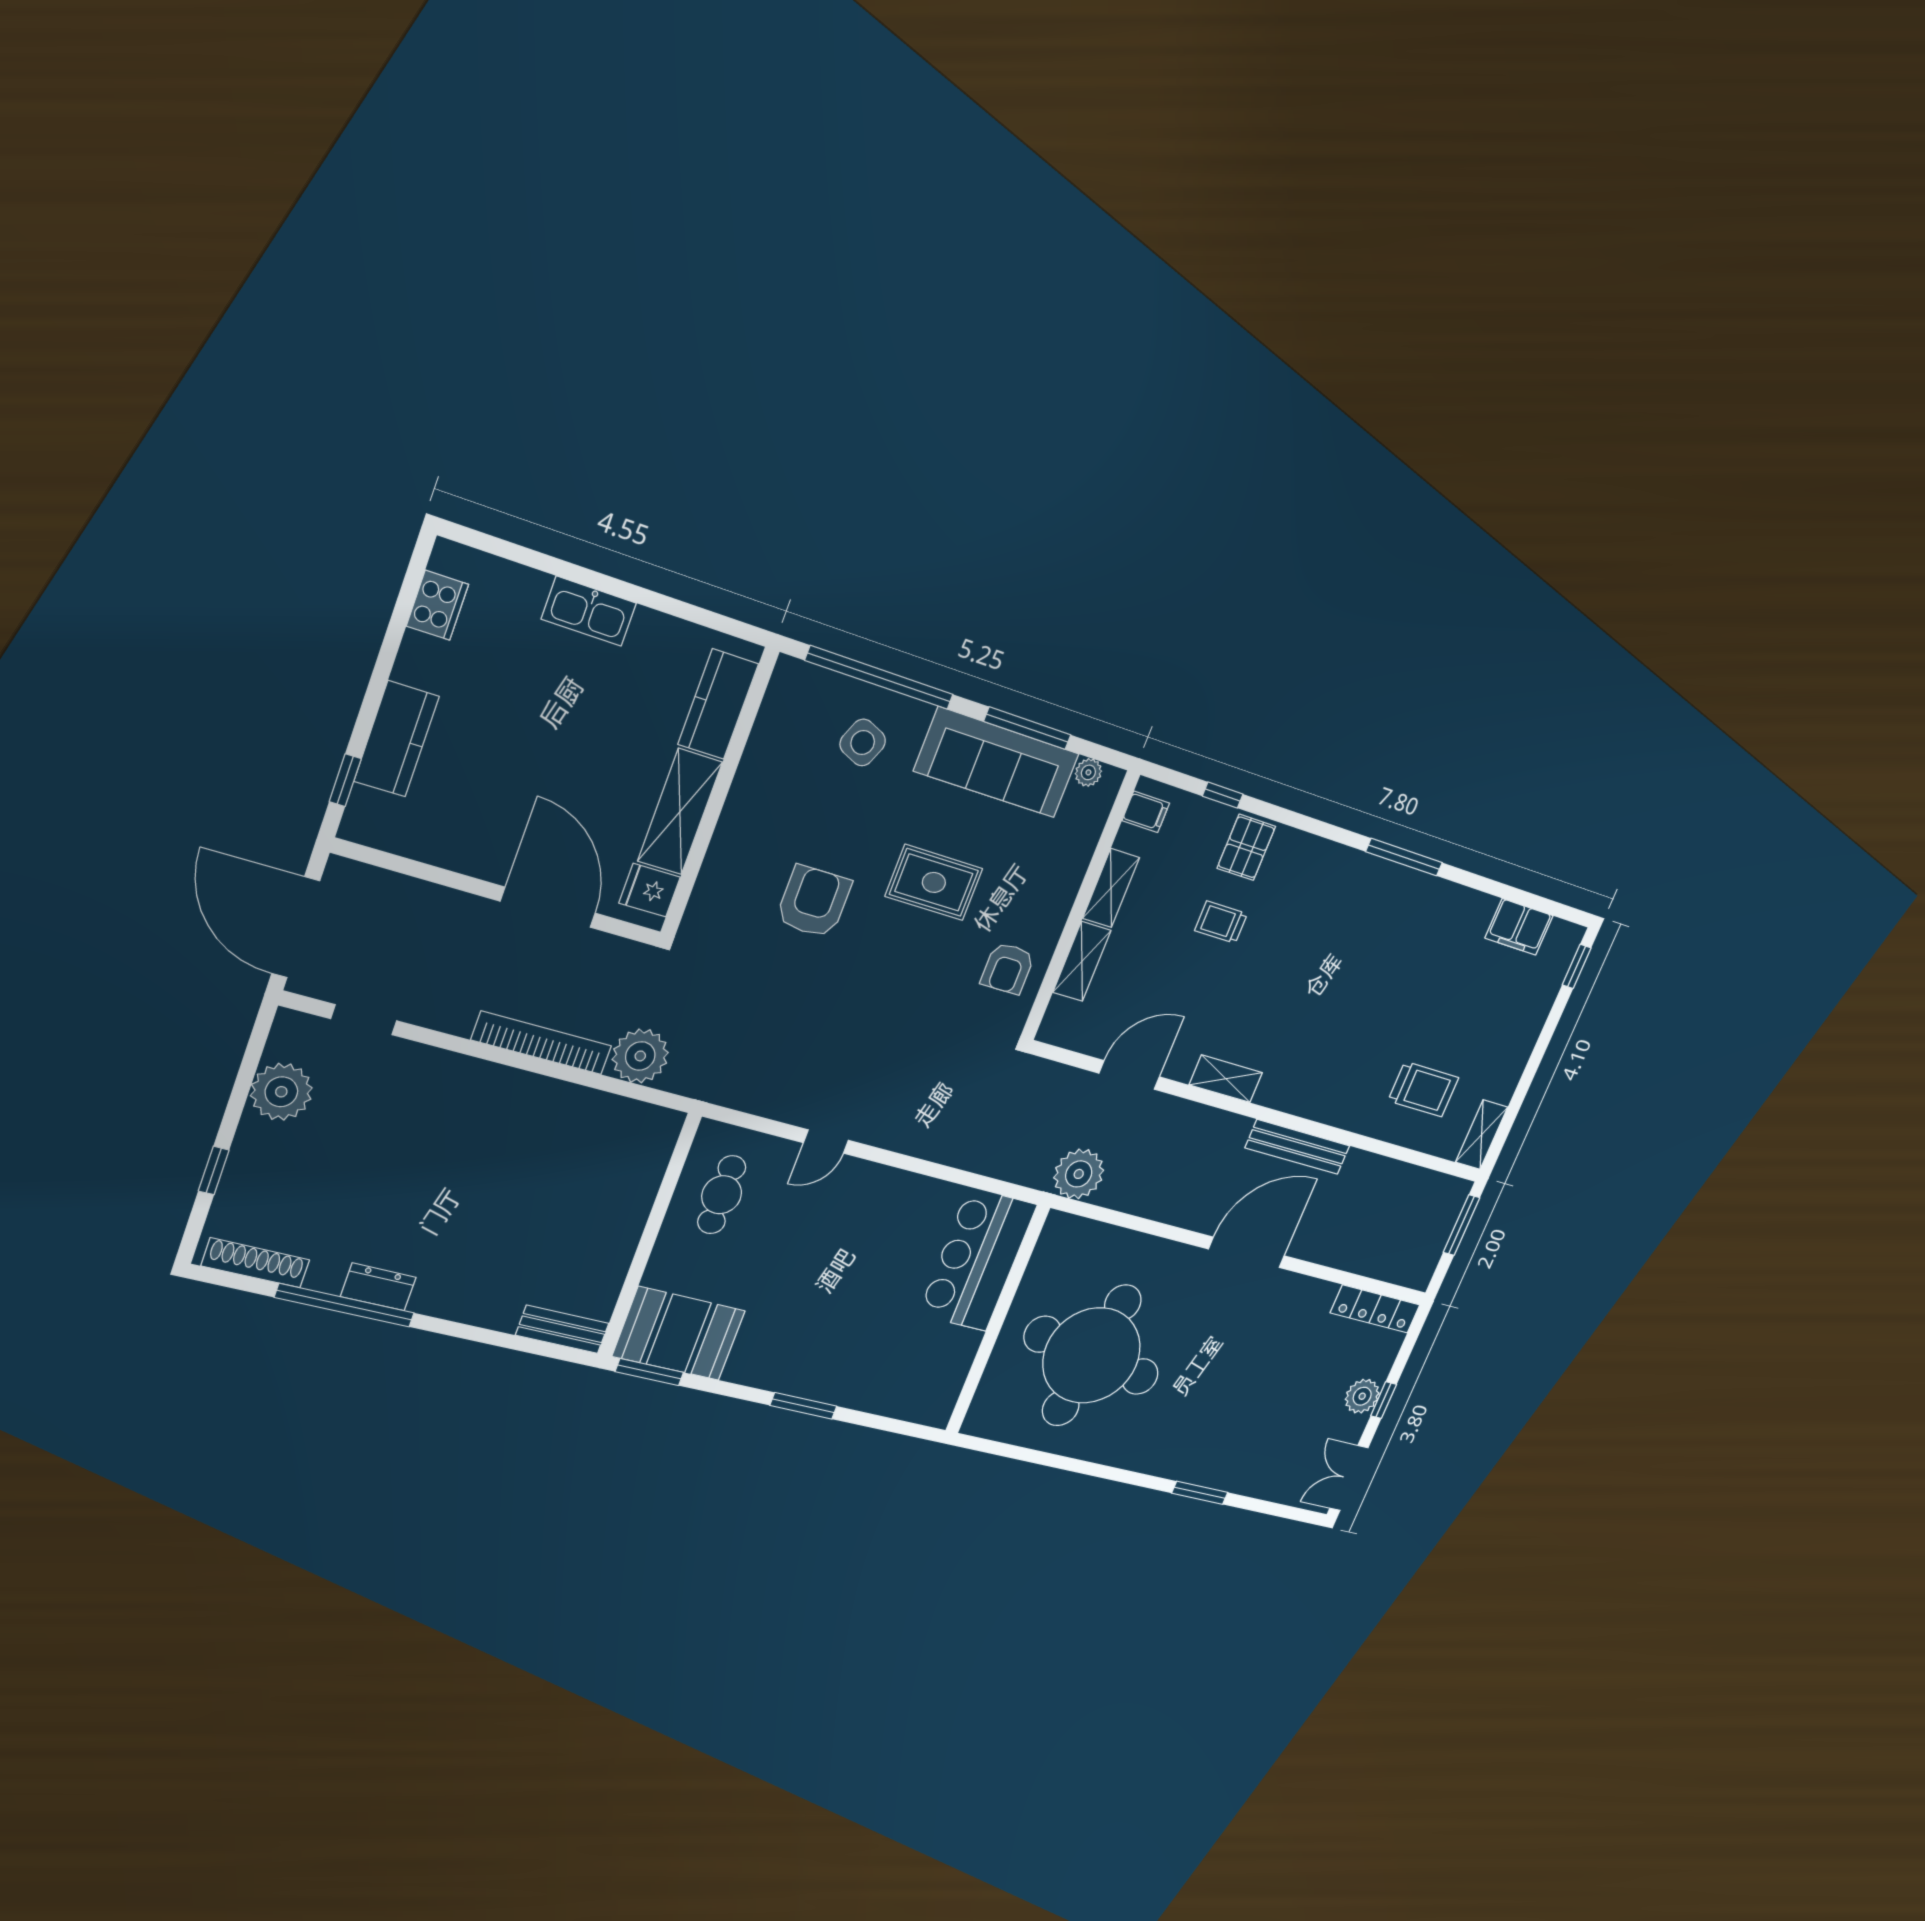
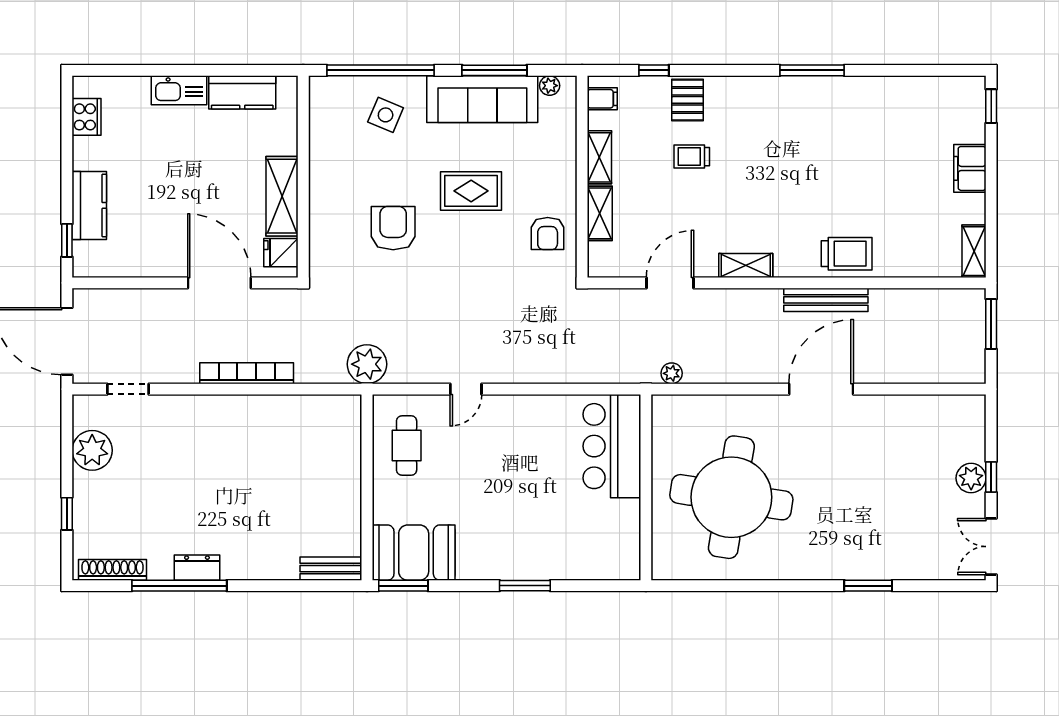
kitchen counter: (718, 704) -> (242, 92), moved, turned -90
filing cabinet: (1519, 927) -> (970, 168), moved, turned 90
plant: (640, 1056) -> (367, 364), moved
trolley: (1423, 1089) -> (847, 254), moved
plant: (1079, 1174) -> (672, 373), width x0.53, depth x0.53
locker: (1375, 1309) -> (949, 407), removed

